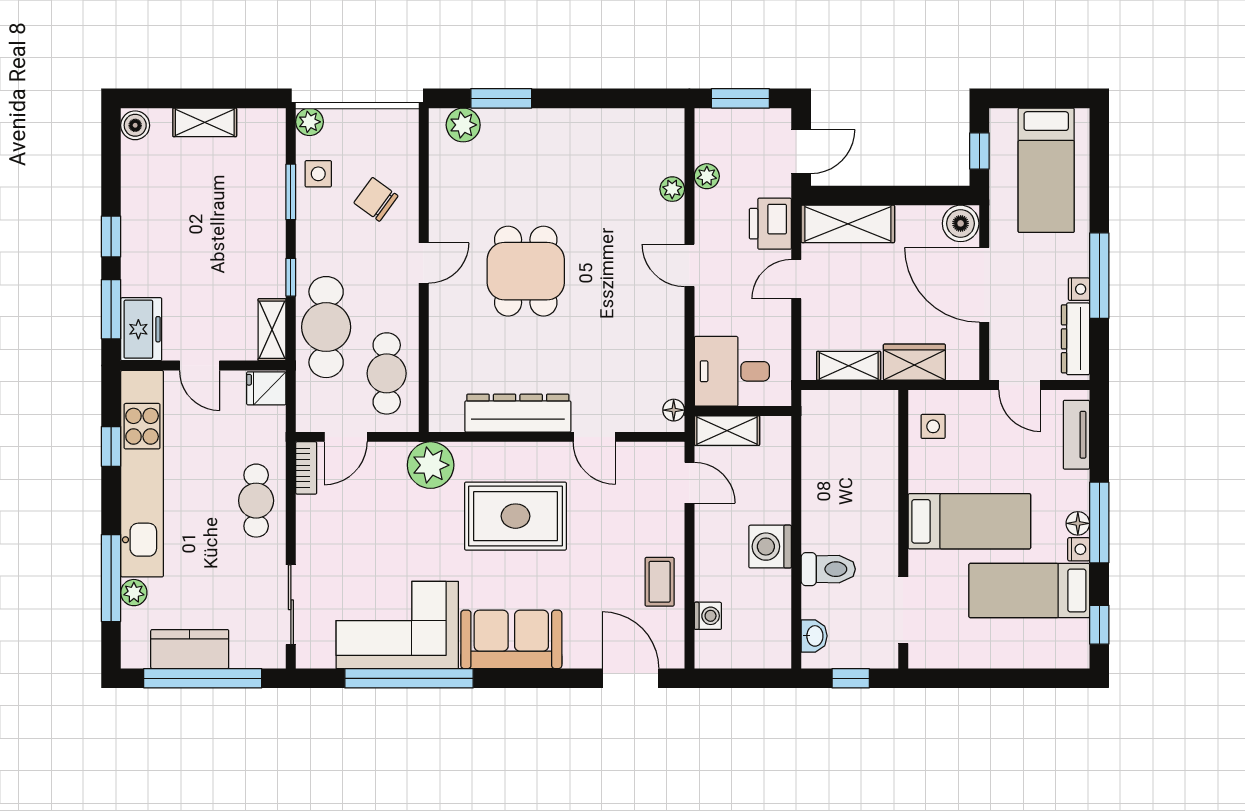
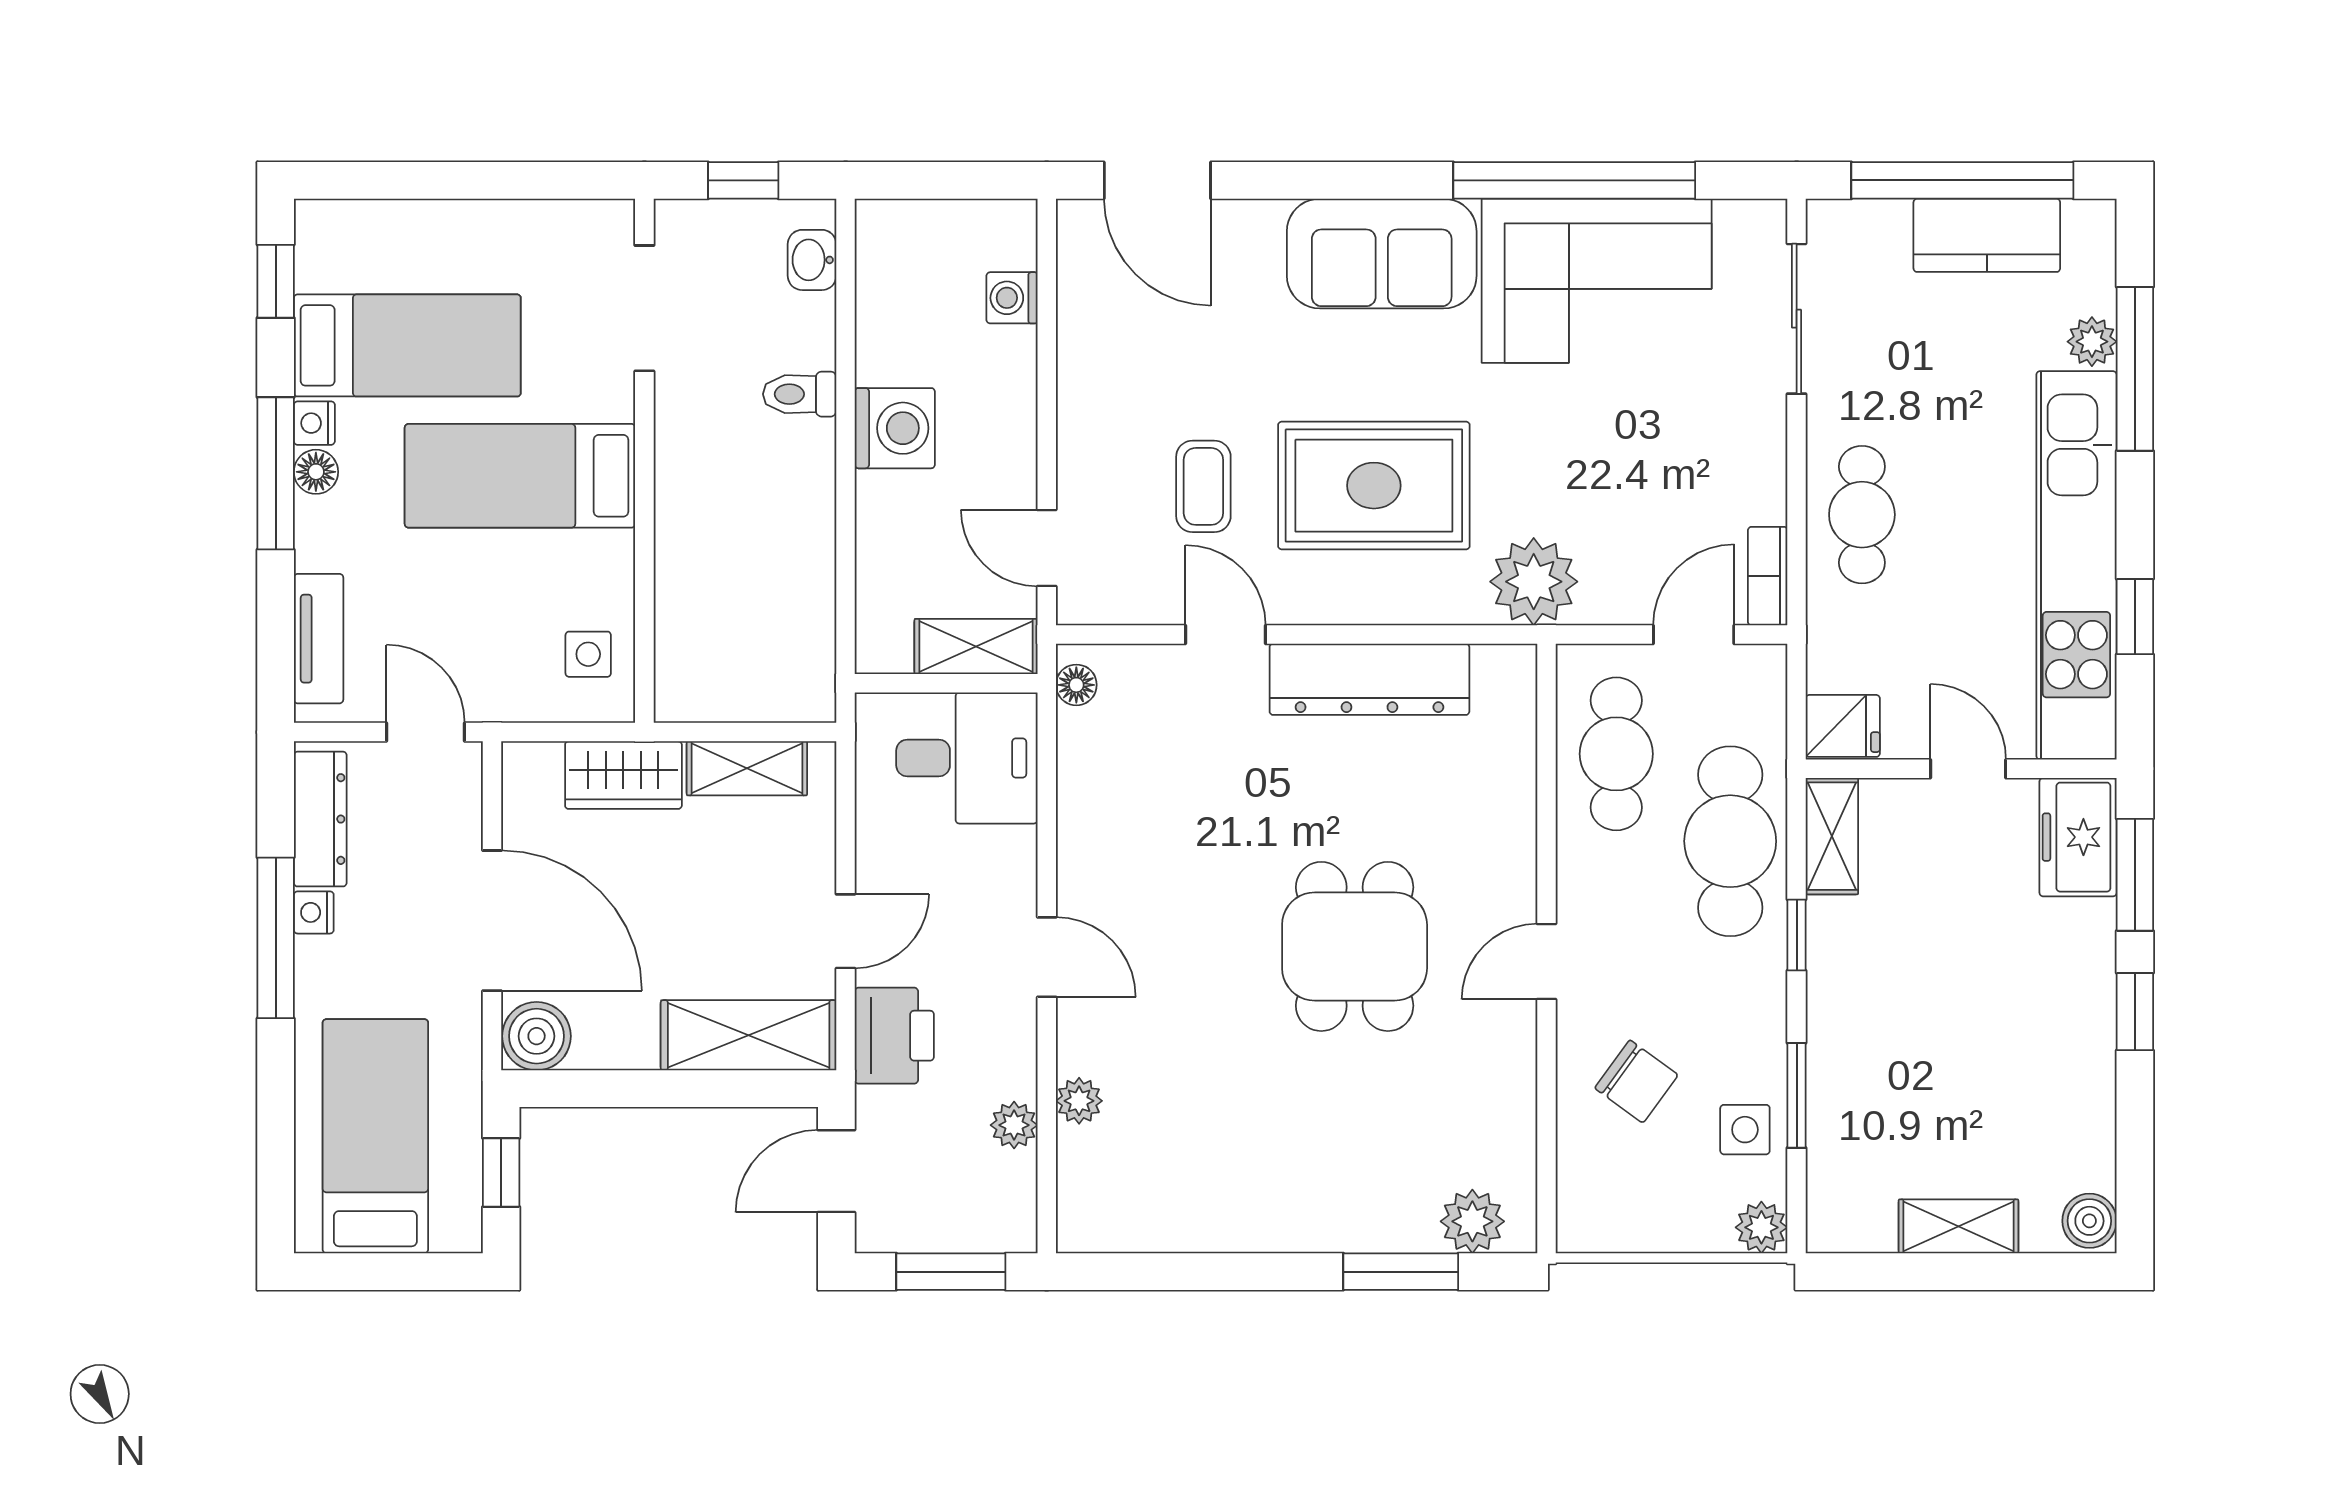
toilet: (828, 569) -> (800, 394), width x0.73, depth x0.72
coffee table: (660, 582) -> (1203, 486), moved

